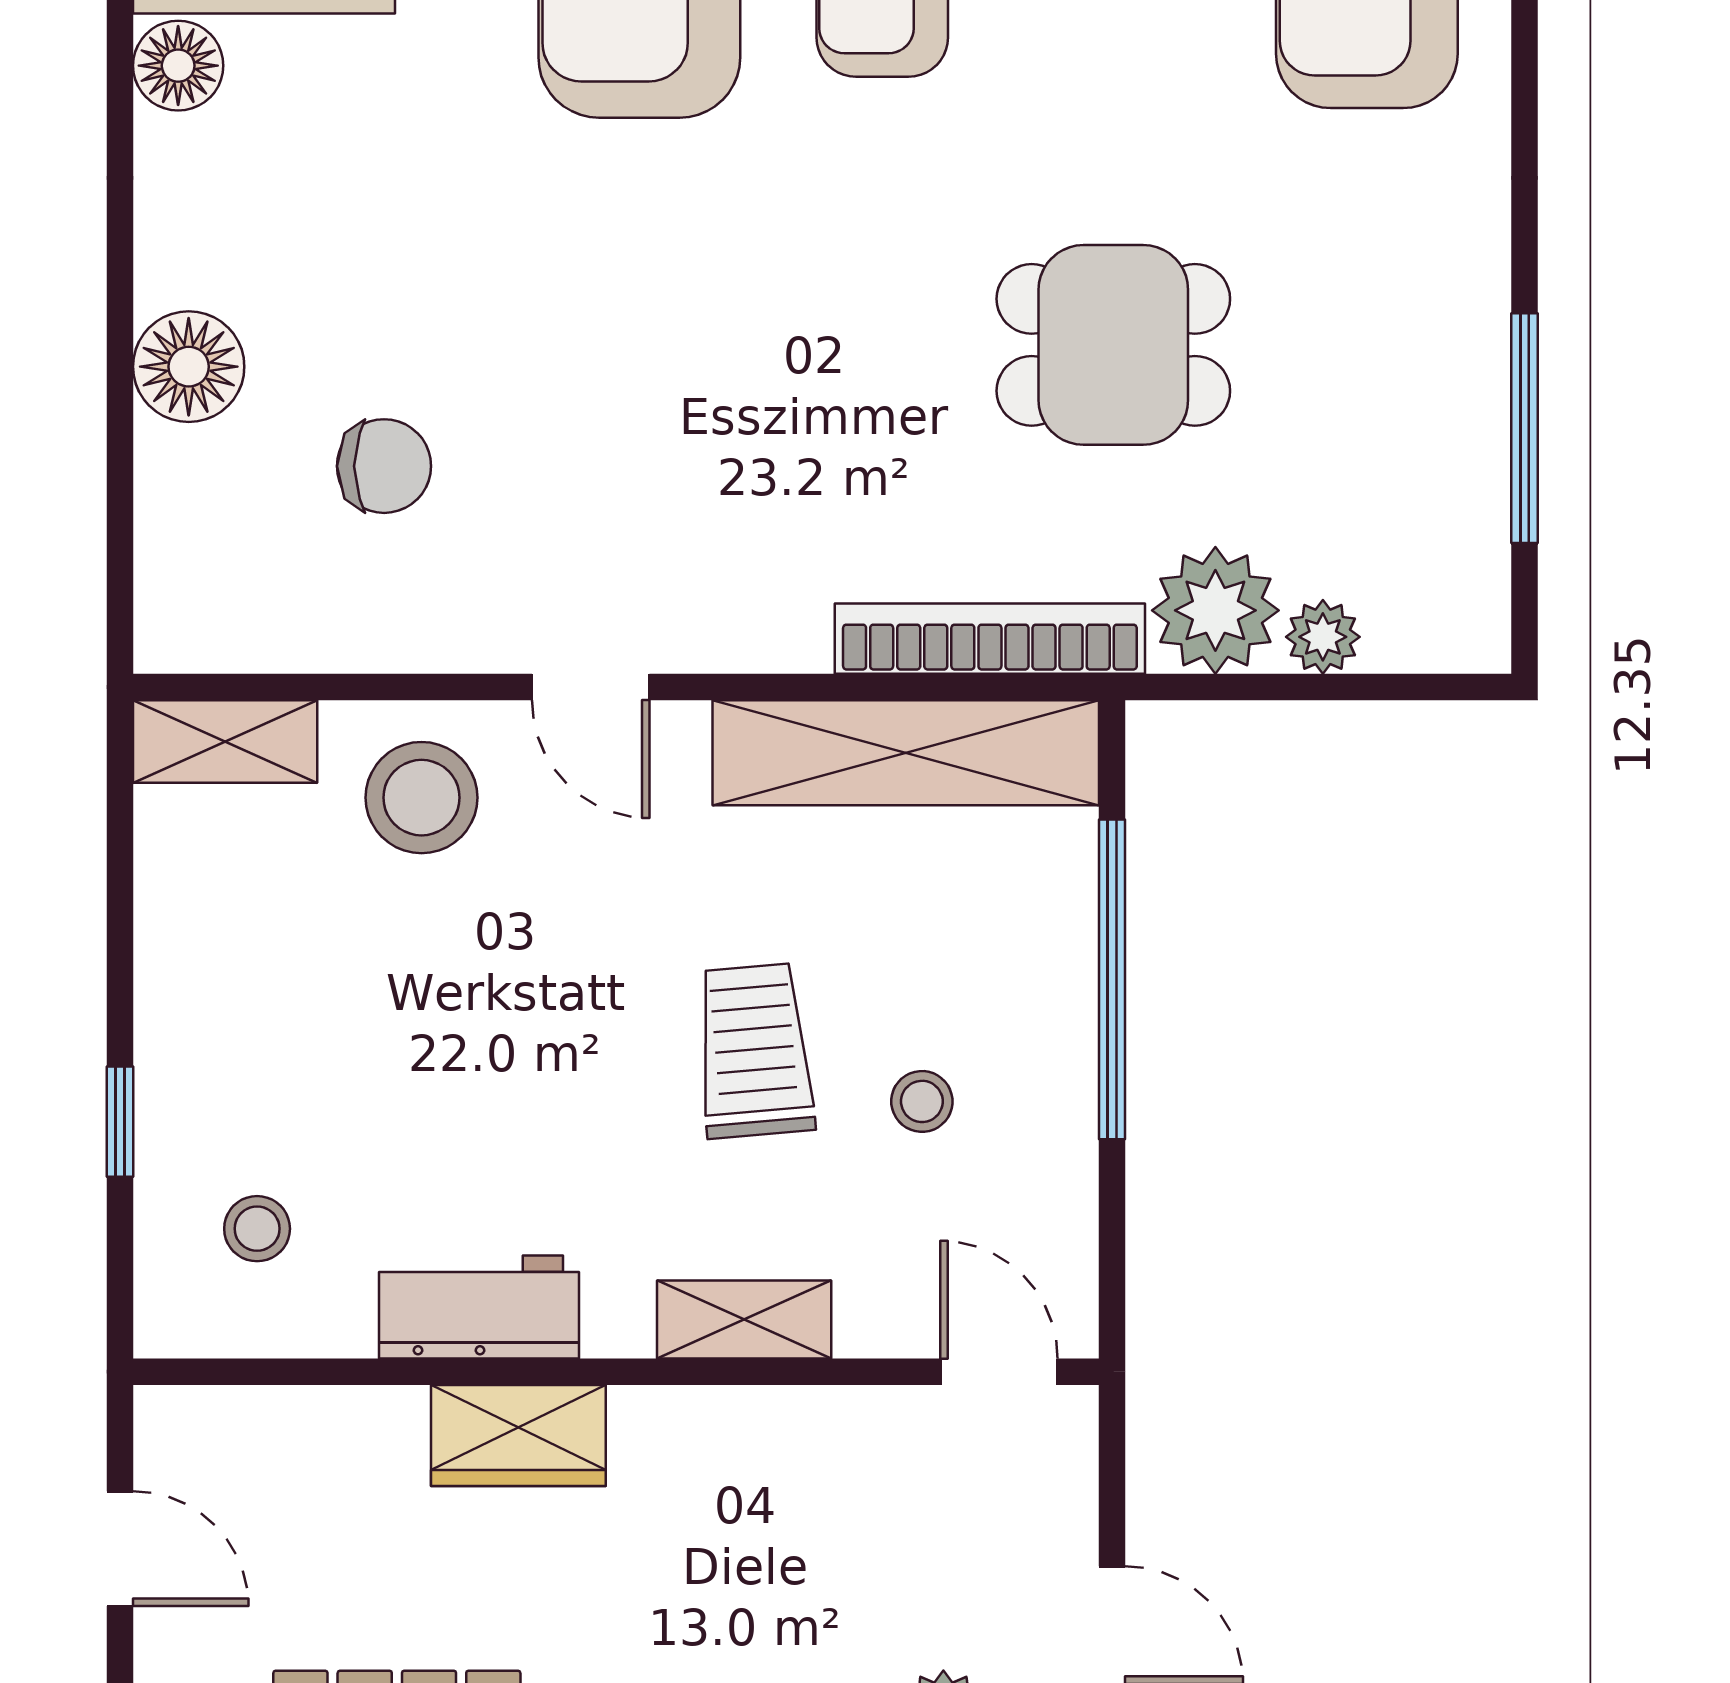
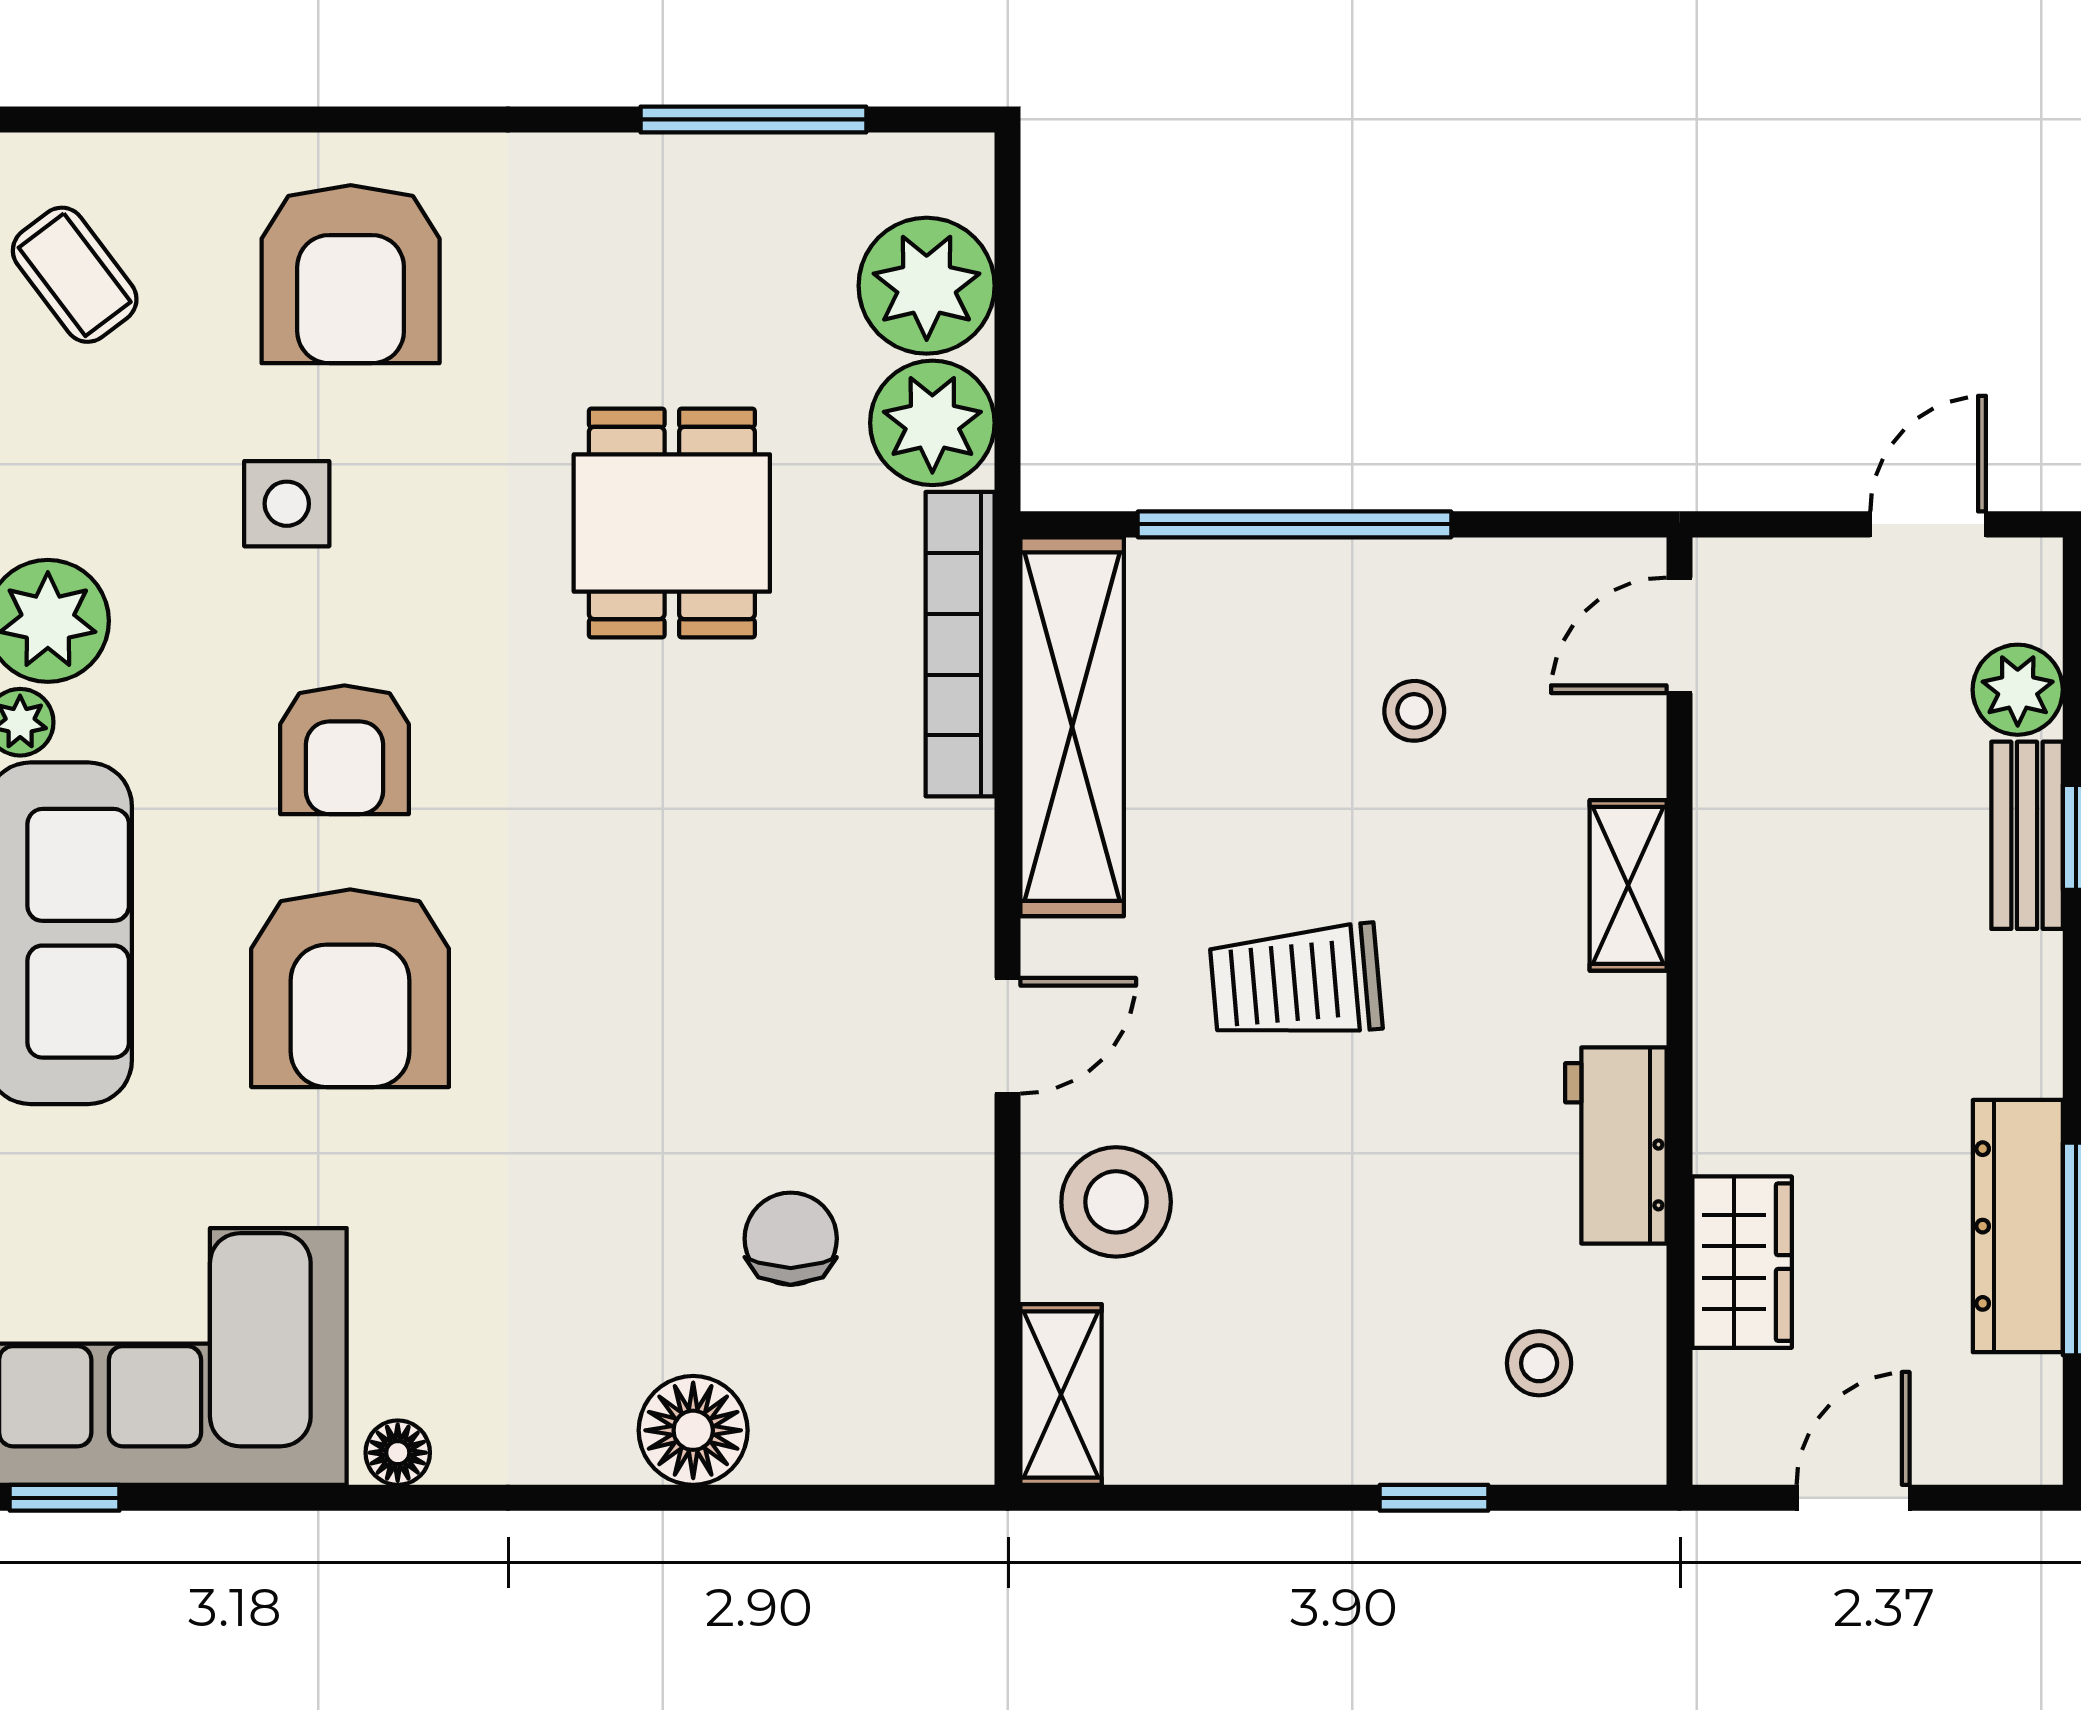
floor lamp: (178, 66) -> (398, 1453), width x0.73, depth x0.73
plant: (1323, 637) -> (927, 286), width x1.87, depth x1.87
trolley: (754, 1051) -> (1296, 983), moved
wardrobe: (518, 1436) -> (1742, 1262), moved

